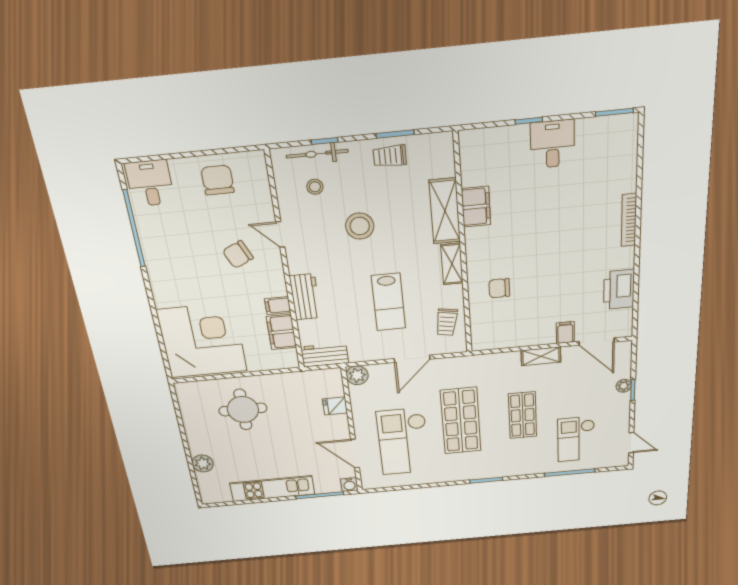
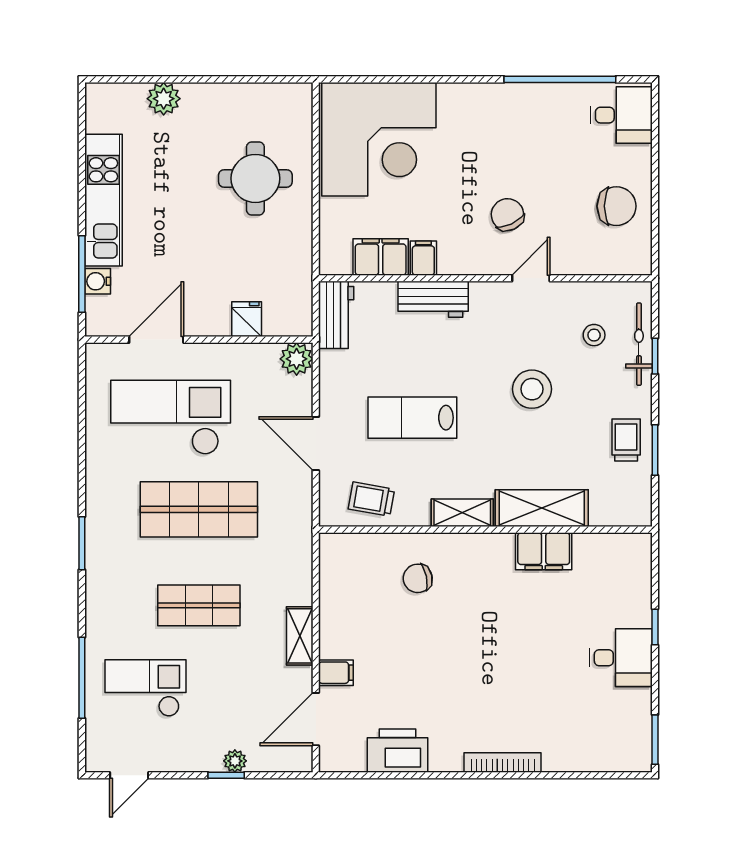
chair: (499, 288) -> (418, 578), turned -102
water cooler: (349, 485) -> (98, 281), moved

